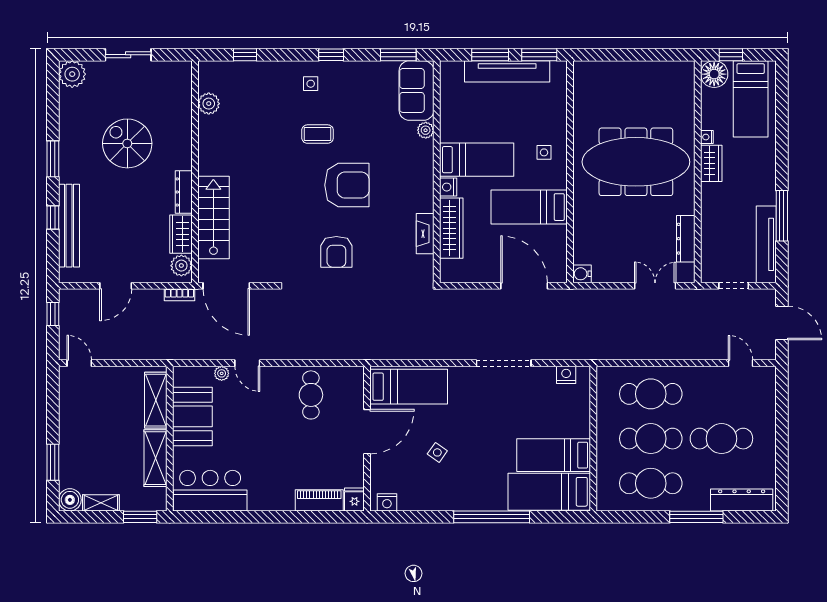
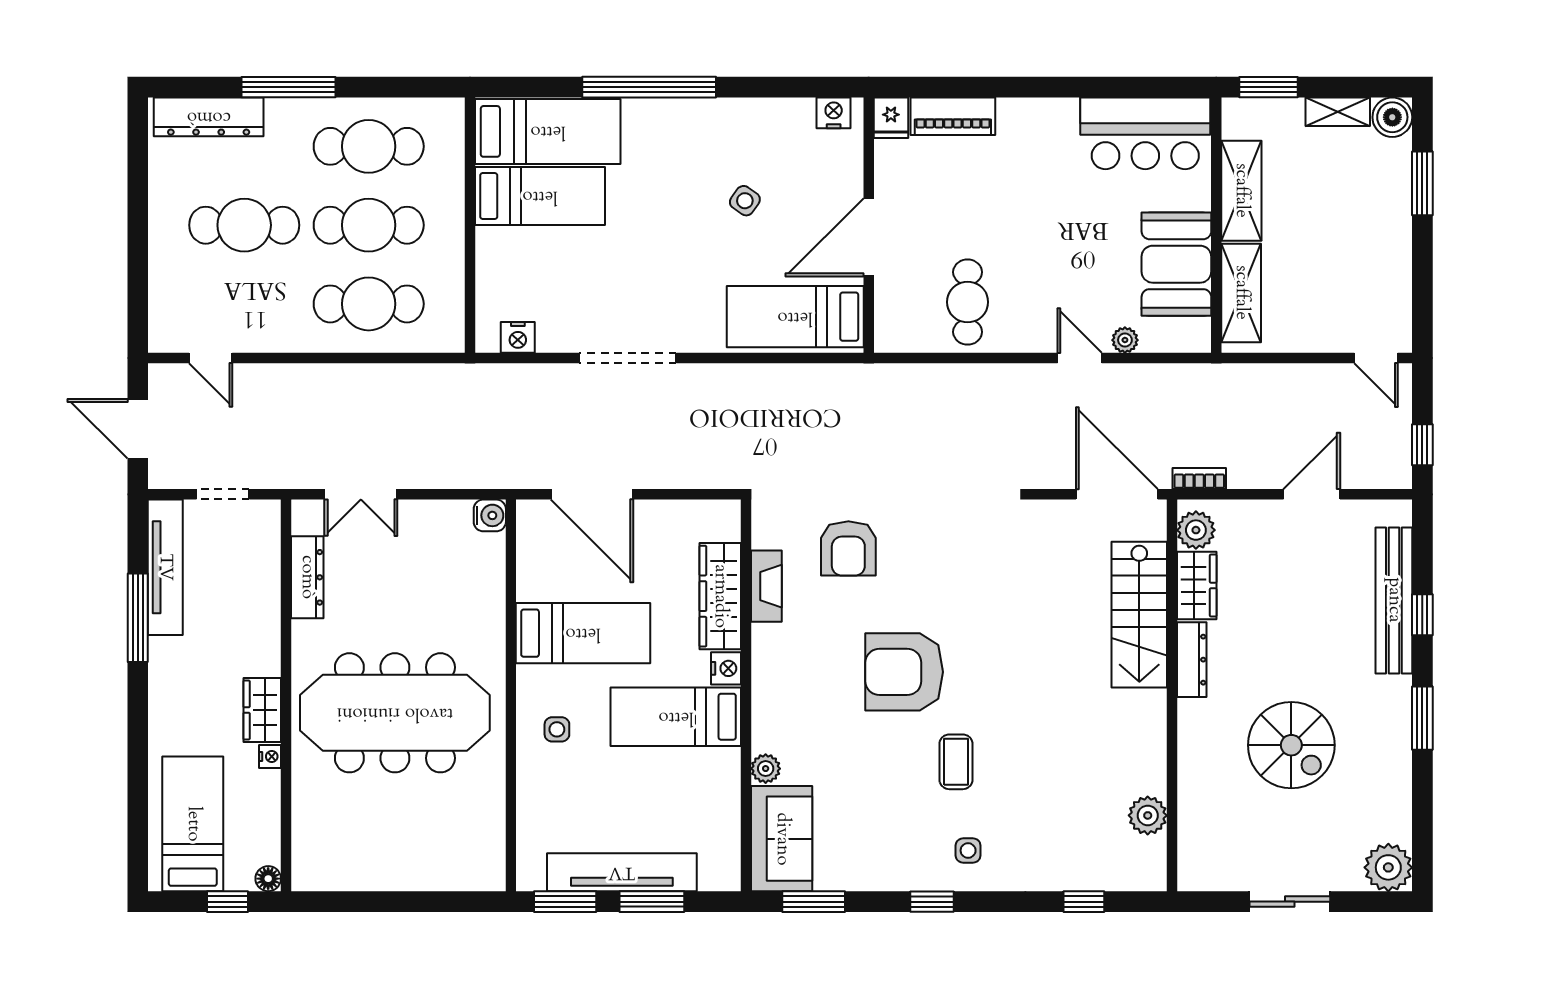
floor lamp: (714, 74) -> (268, 879), width x0.53, depth x0.53
coffee table: (318, 134) -> (956, 762), turned 90
armchair: (336, 252) -> (848, 548), moved, turned 180

